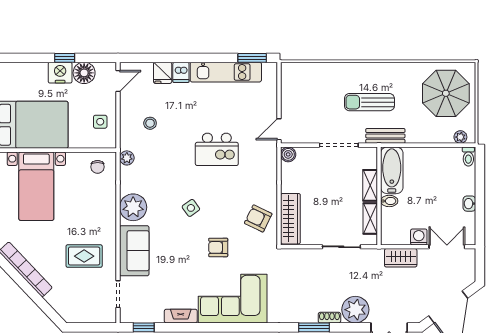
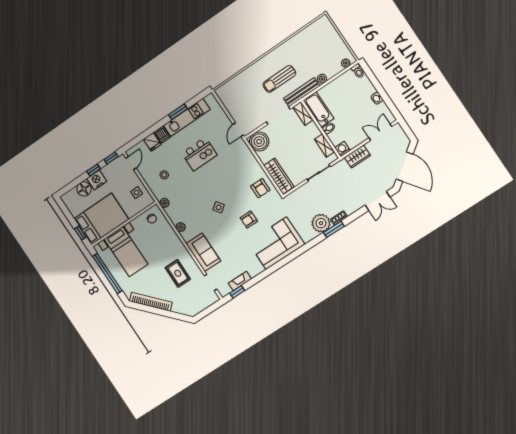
window: (97, 58) -> (111, 158), added
window: (252, 58) -> (178, 112), moved
floor lamp: (84, 73) -> (84, 189), moved
parasol: (446, 93) -> (320, 44), removed
bench: (385, 136) -> (301, 92), width x1.36
plant: (420, 136) -> (322, 79), added
kitchen island: (217, 149) -> (199, 154), moved
boiler: (288, 154) -> (259, 142), width x1.86, depth x1.86
shelving: (370, 185) -> (303, 114), moved
plant: (133, 207) -> (181, 227), width x0.53, depth x0.53
armchair: (258, 218) -> (260, 188), turned -116
washing machine: (419, 237) -> (342, 149), moved
rug: (84, 256) -> (178, 273), turned 90
plant: (355, 310) -> (321, 223), moved
fireplace: (181, 316) -> (240, 281), moved

